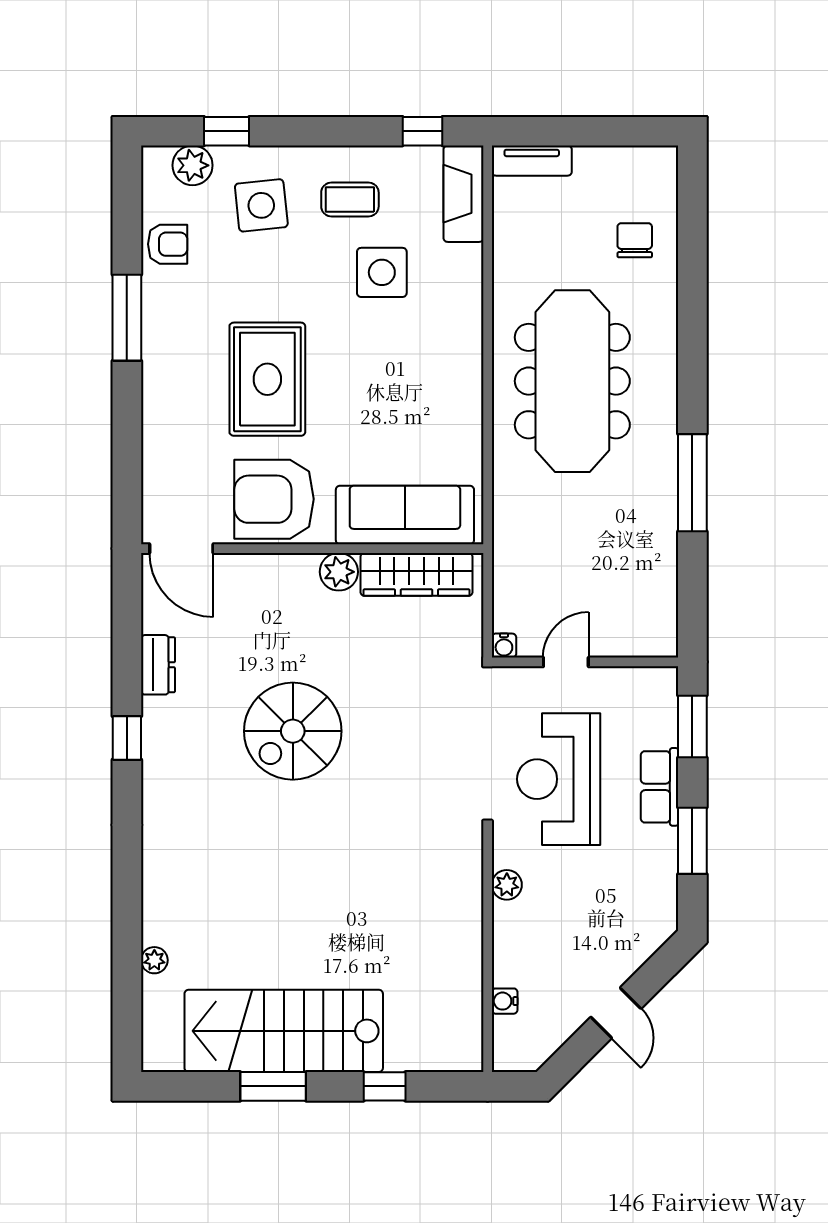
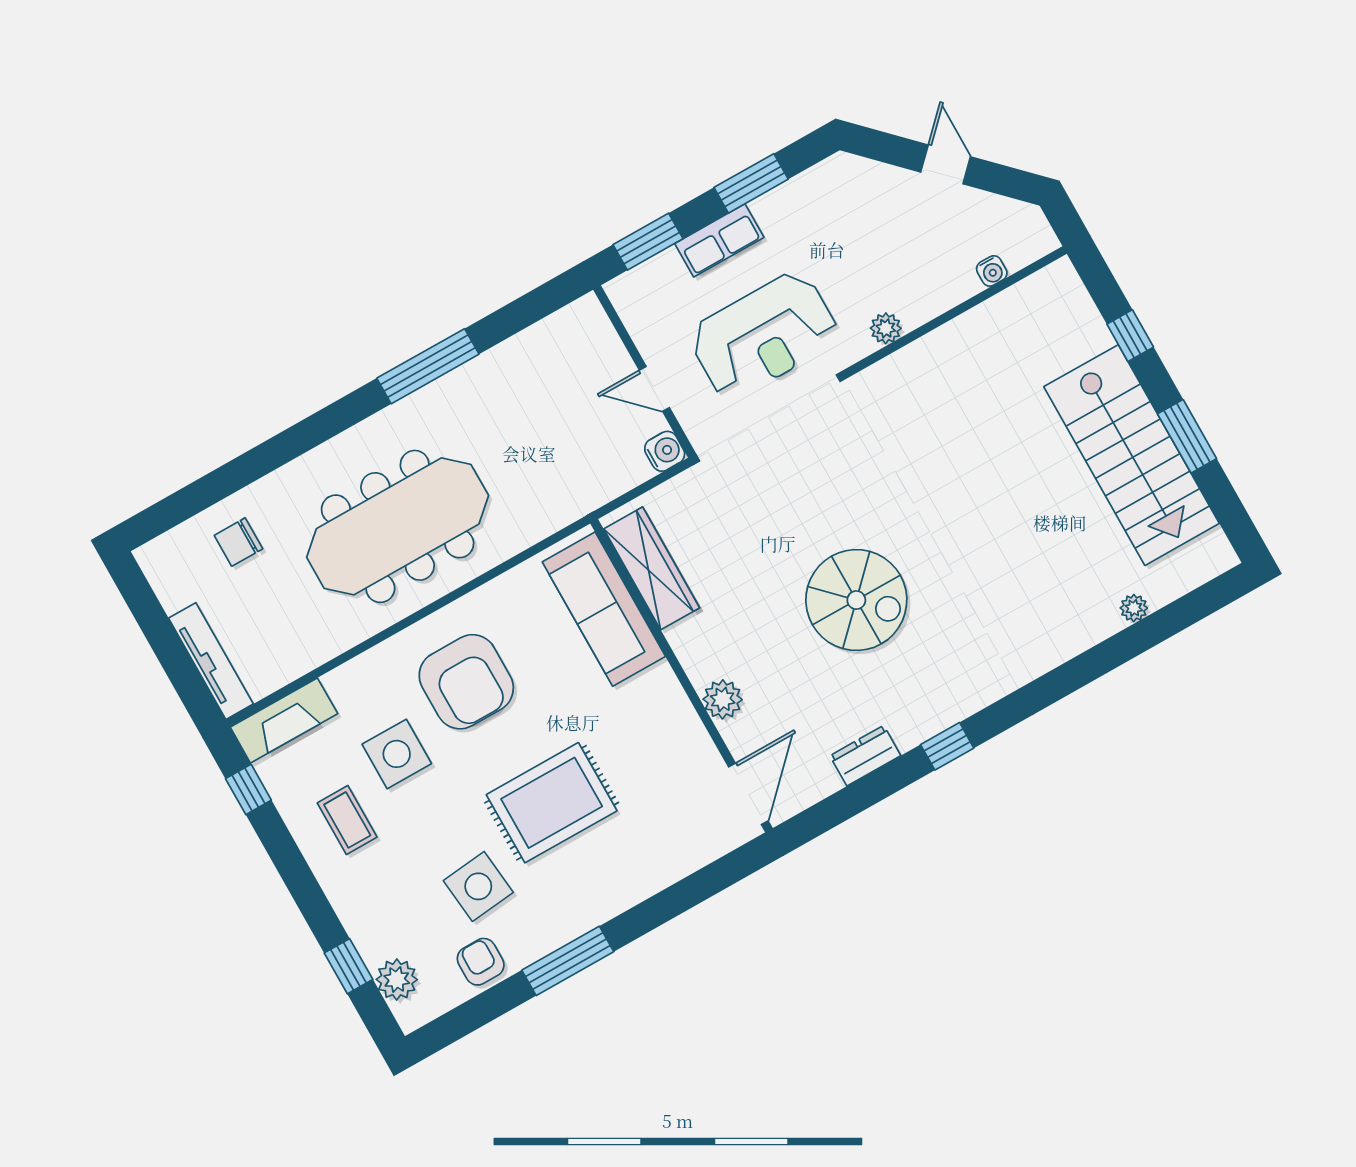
tv unit: (532, 161) -> (211, 661), width x1.41
side table: (261, 205) -> (478, 886), moved
armchair: (274, 499) -> (466, 682), moved
plant: (339, 572) -> (723, 699), moved
water cooler: (504, 646) -> (665, 451), width x1.38, depth x1.38
door: (616, 1013) -> (946, 164), hinge flipped

